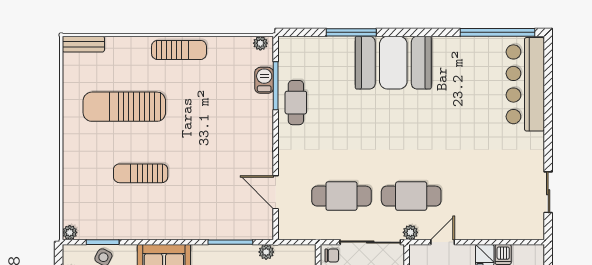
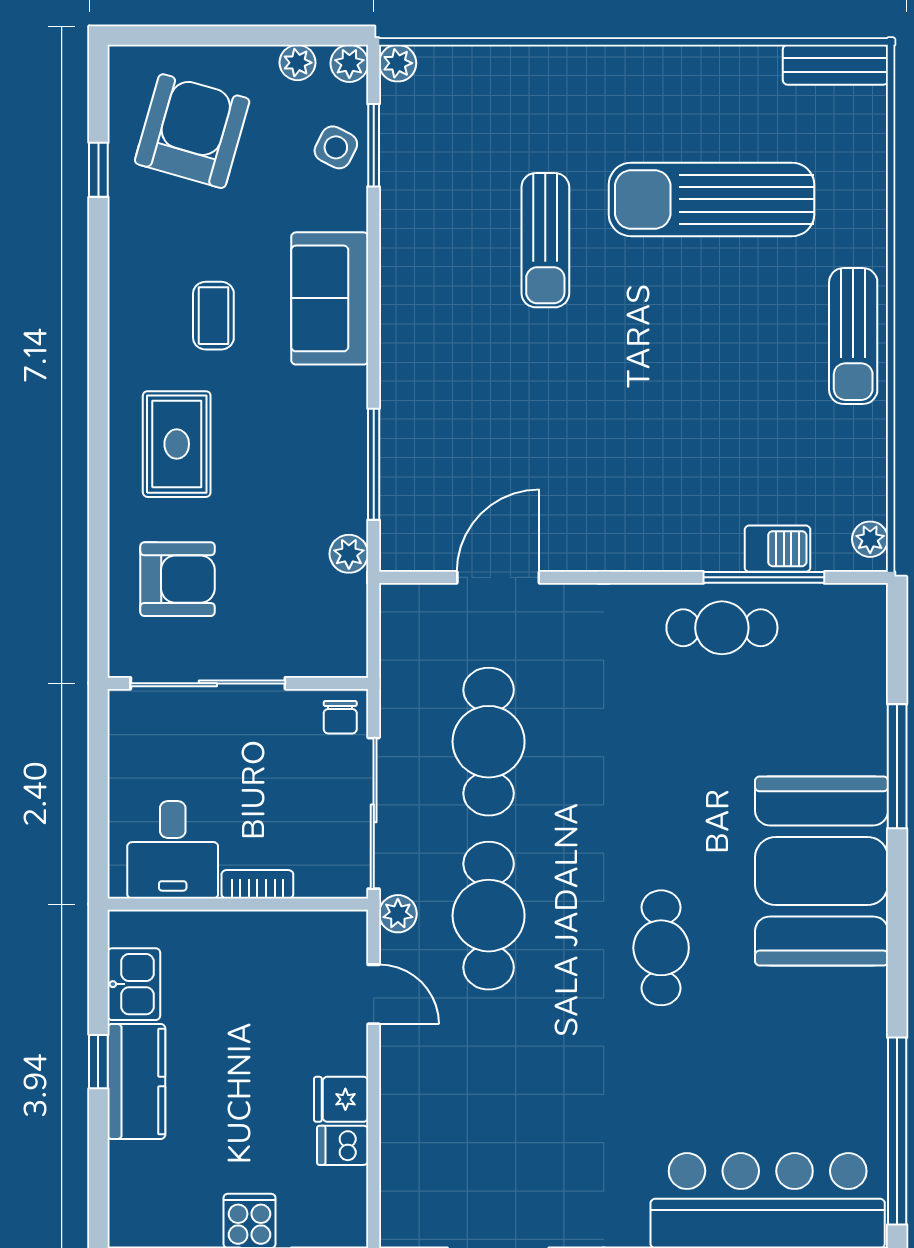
bench: (83, 44) -> (835, 65), moved, turned 90
sun lounger: (124, 107) -> (712, 199), turned -90
cafe table: (424, 127) -> (661, 948), added
sun lounger: (141, 173) -> (545, 240), turned 180
plant: (70, 252) -> (349, 63), added

